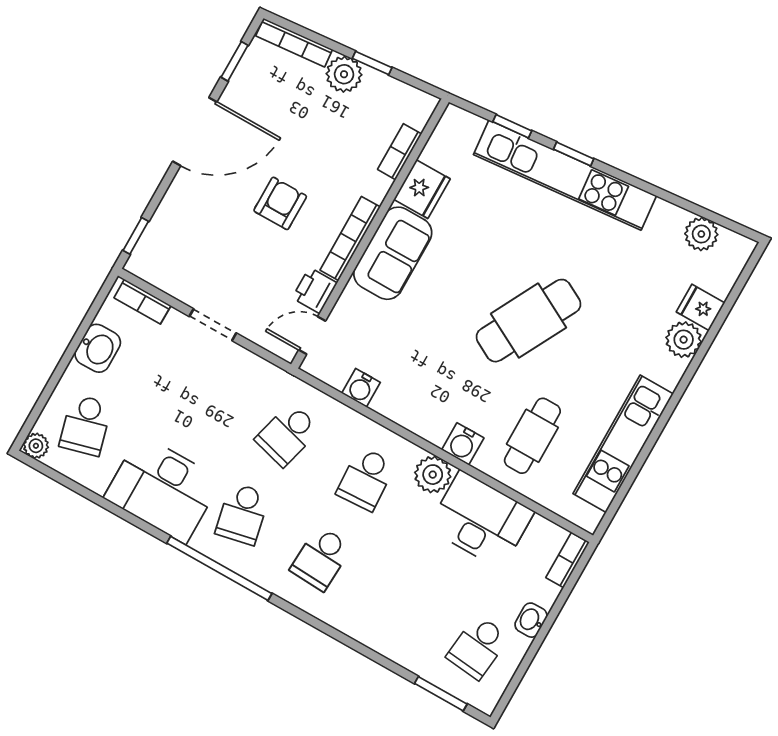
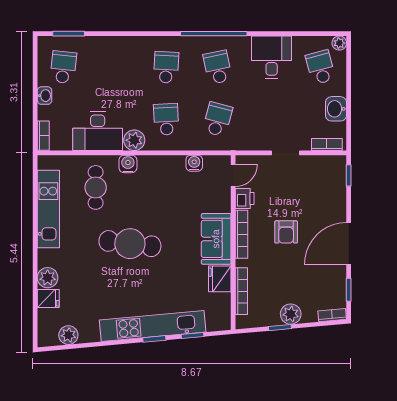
bookcase: (294, 43) -> (332, 315), width x0.64
bookcase: (400, 152) -> (241, 291), width x1.56
cafe table: (528, 321) -> (130, 244), turned 69
desk: (163, 489) -> (272, 57), width x0.73

